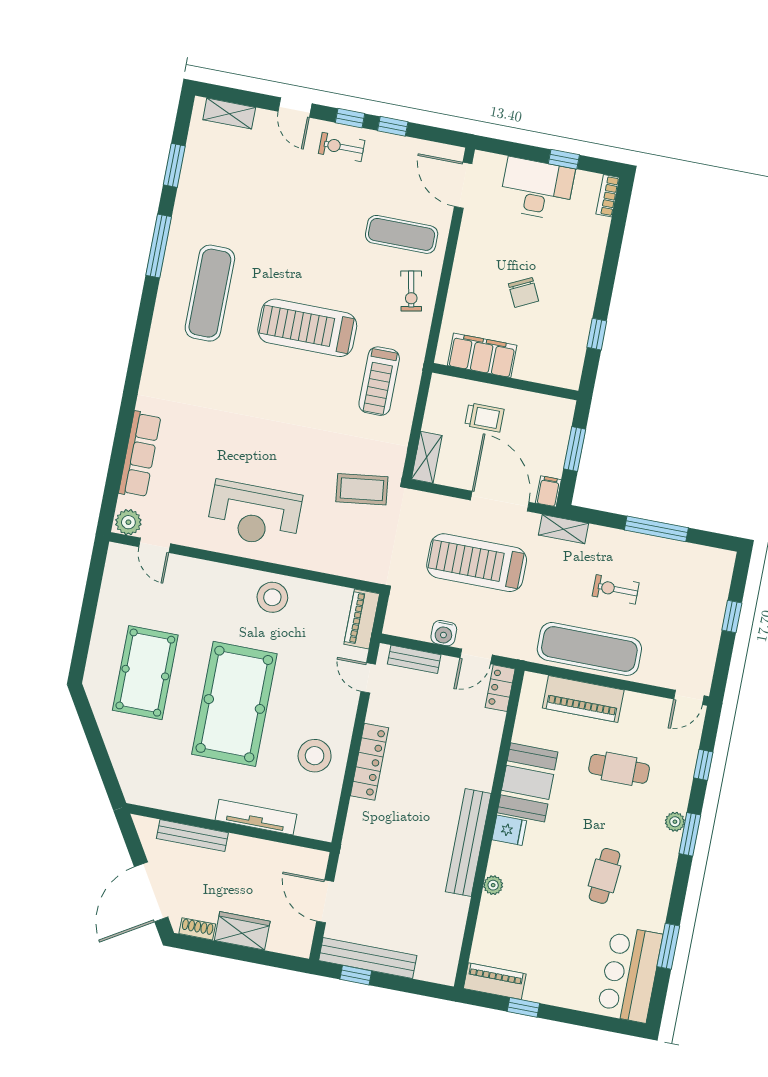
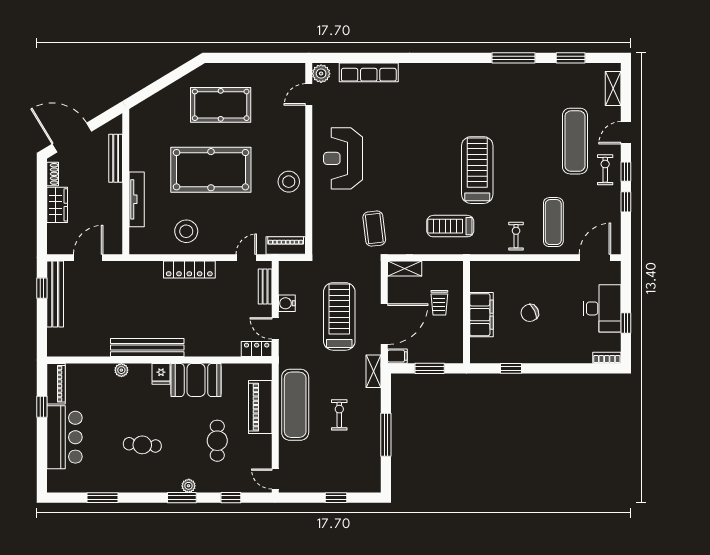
exercise bike: (411, 291) -> (516, 236), turned 101
exercise mat: (210, 293) -> (575, 141), moved, turned 90
filing cabinet: (482, 355) -> (481, 315), moved
bar counter: (630, 974) -> (64, 437), moved, turned 90

